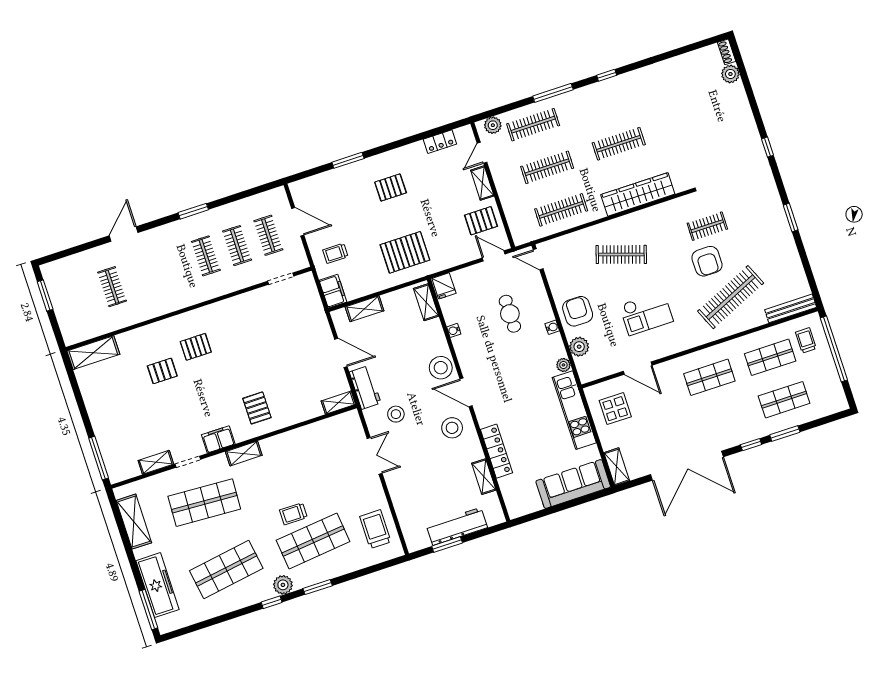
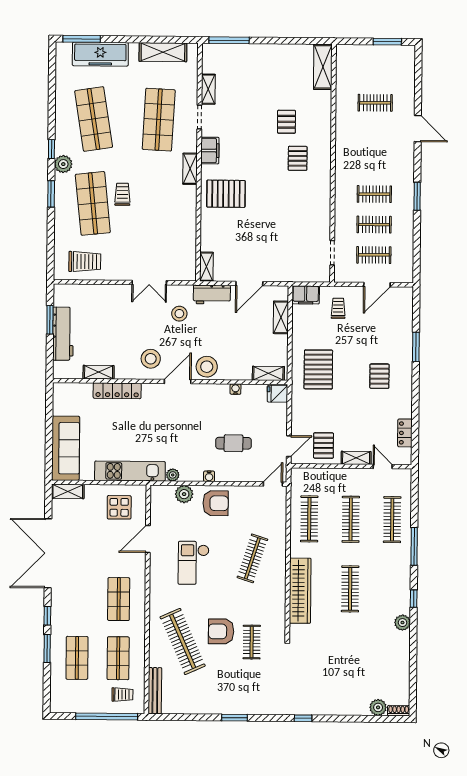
plant: (493, 125) -> (402, 623), moved
pallet: (257, 408) -> (226, 194), width x1.50, depth x1.42

